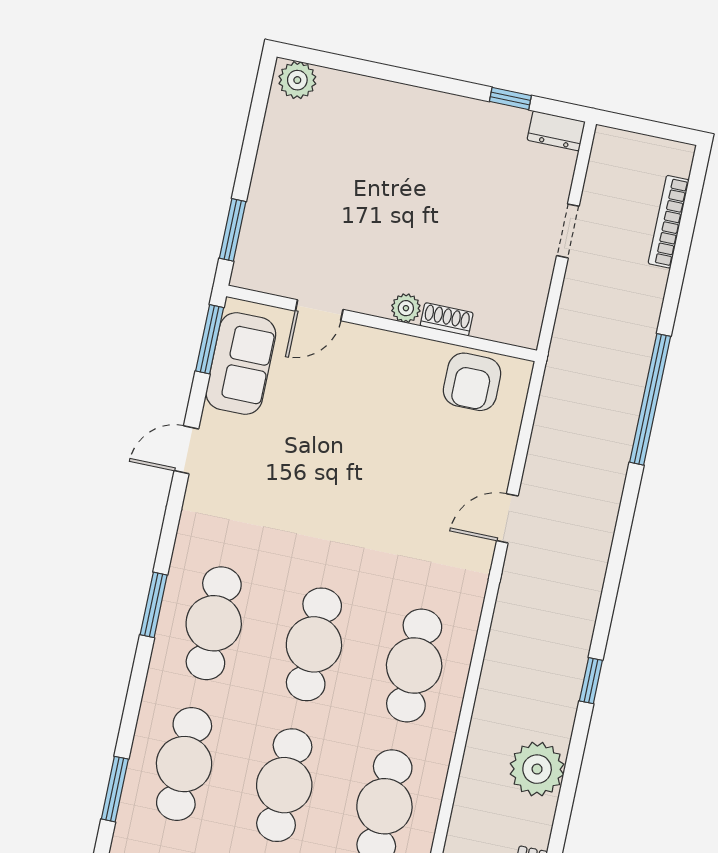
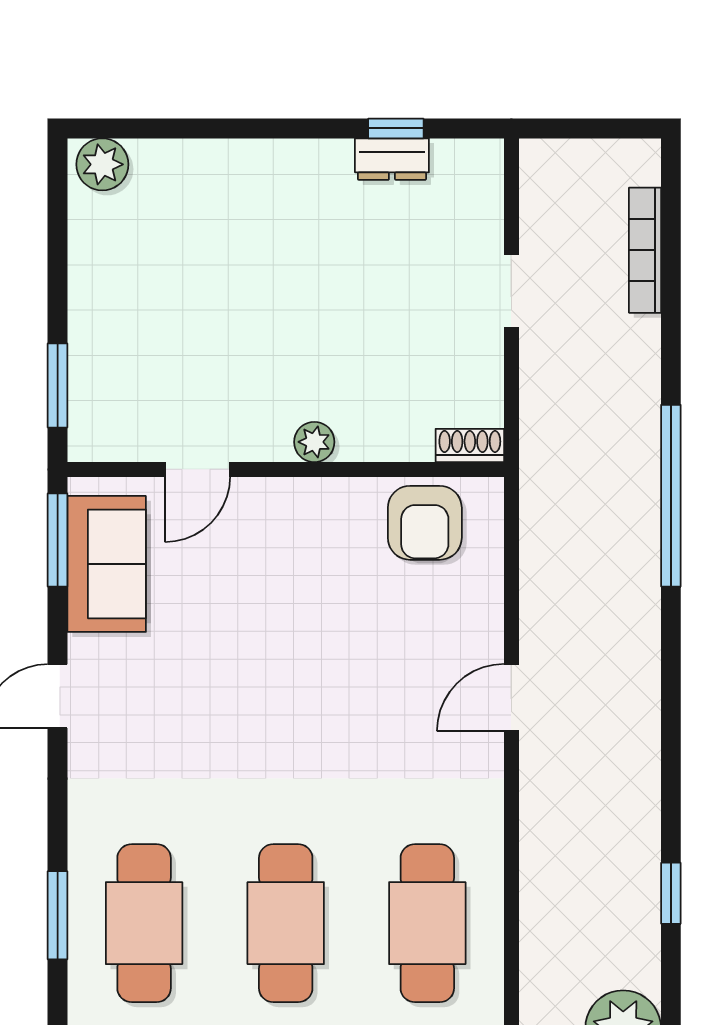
dresser: (556, 131) -> (392, 159), moved
shoe rack: (447, 319) -> (470, 445), moved

